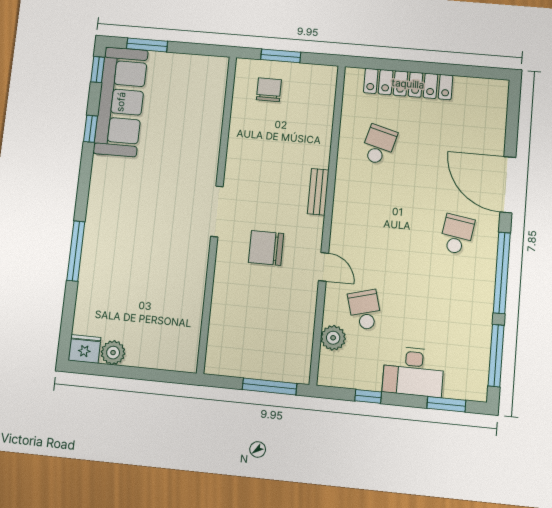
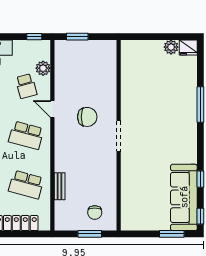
school desk: (379, 145) -> (26, 185), width x1.85
bench: (318, 192) -> (60, 186), moved
school desk: (372, 227) -> (26, 135), added
window: (270, 386) -> (77, 37), width x0.69
window: (368, 396) -> (34, 37), moved

